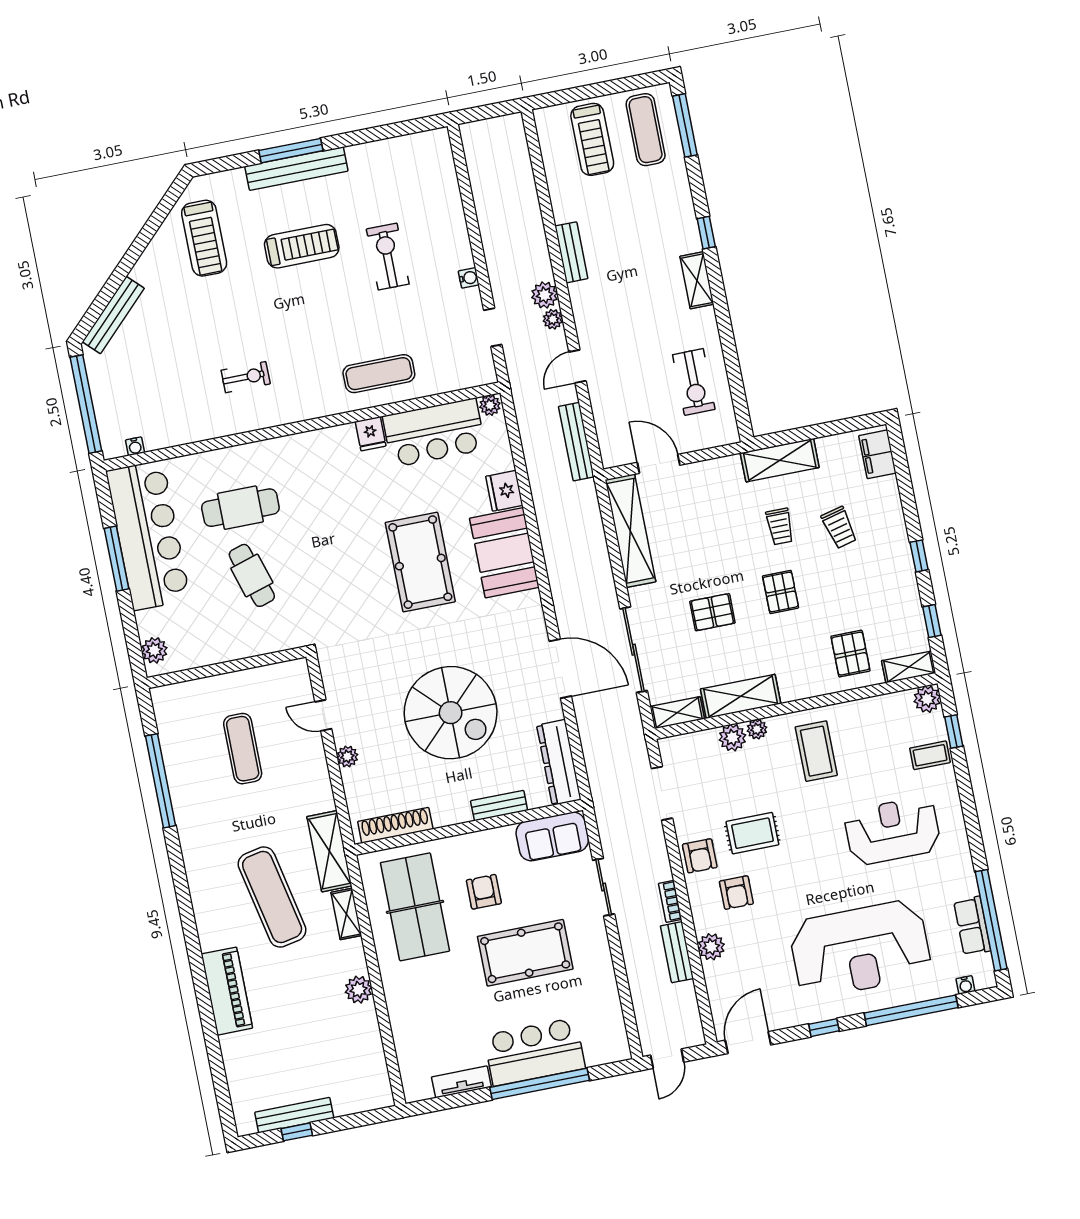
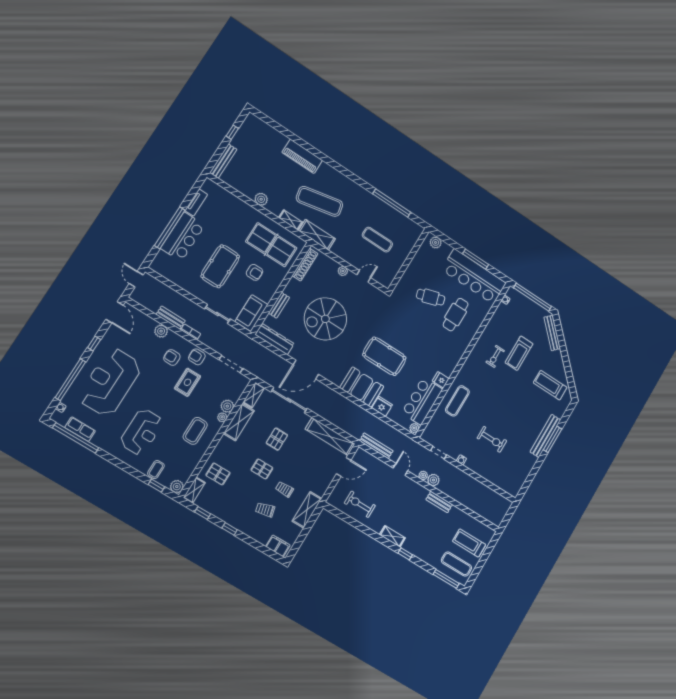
treadmill: (302, 246) -> (519, 353), moved
coffee table: (816, 751) -> (195, 431), turned 90
bench: (294, 1115) -> (223, 161), moved

